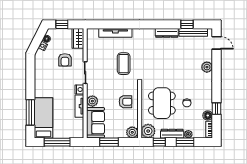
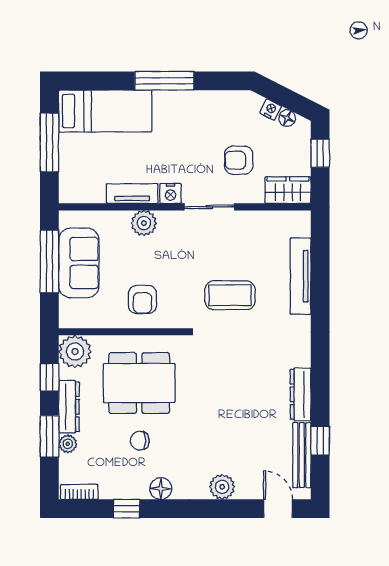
door: (216, 43) -> (278, 509), swing flipped
window: (30, 112) -> (164, 81), moved
floor lamp: (208, 115) -> (161, 489), moved
sofa: (95, 123) -> (79, 263), moved, turned -90
plant: (132, 132) -> (72, 315), removed
window: (109, 142) -> (49, 261), width x1.44

